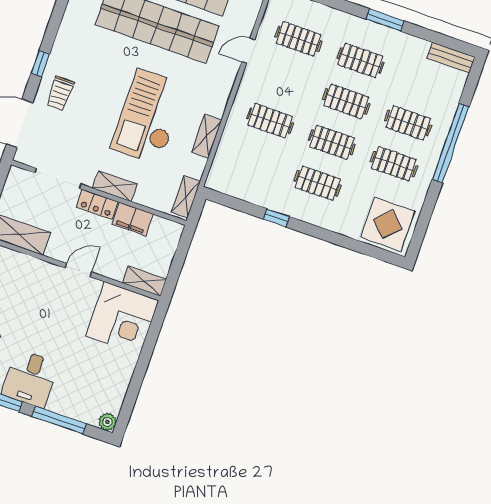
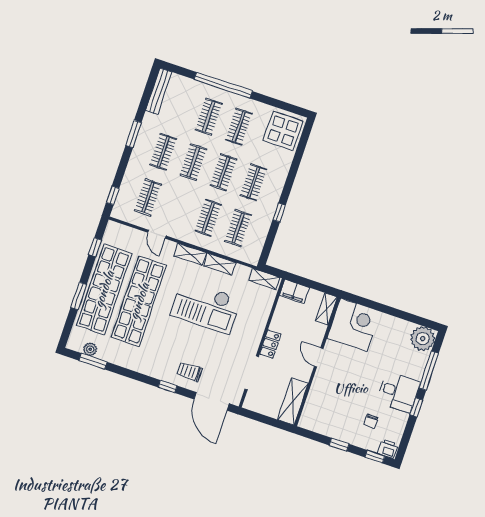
bench: (451, 58) -> (159, 91), width x1.36
trolley: (60, 93) -> (189, 372), turned 180
clothes rail: (256, 162) -> (238, 228), added
shelving: (115, 186) -> (190, 254), moved, turned 90
filing cabinet: (132, 219) -> (295, 292), moved, turned 90
plant: (107, 422) -> (423, 339), width x1.87, depth x1.87

